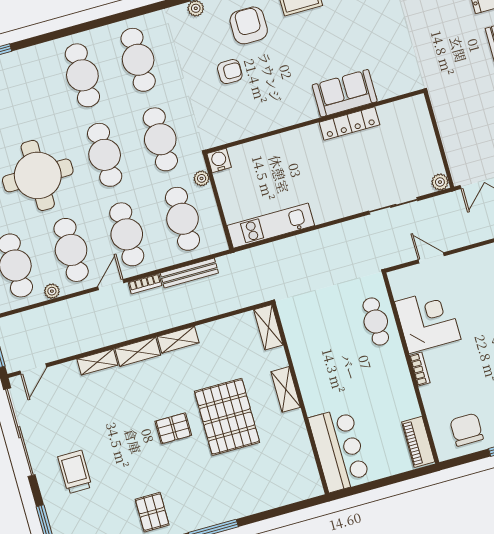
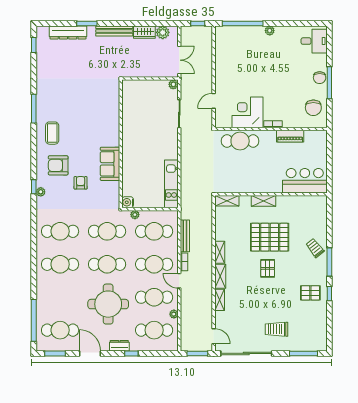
sofa: (345, 93) -> (110, 164), moved
locker: (349, 124) -> (127, 125), removed
cafe table: (376, 321) -> (240, 141), width x1.37, depth x1.35
chair: (467, 430) -> (313, 108), turned -90
piano: (418, 442) -> (290, 136), moved
trolley: (230, 499) -> (315, 248), added

